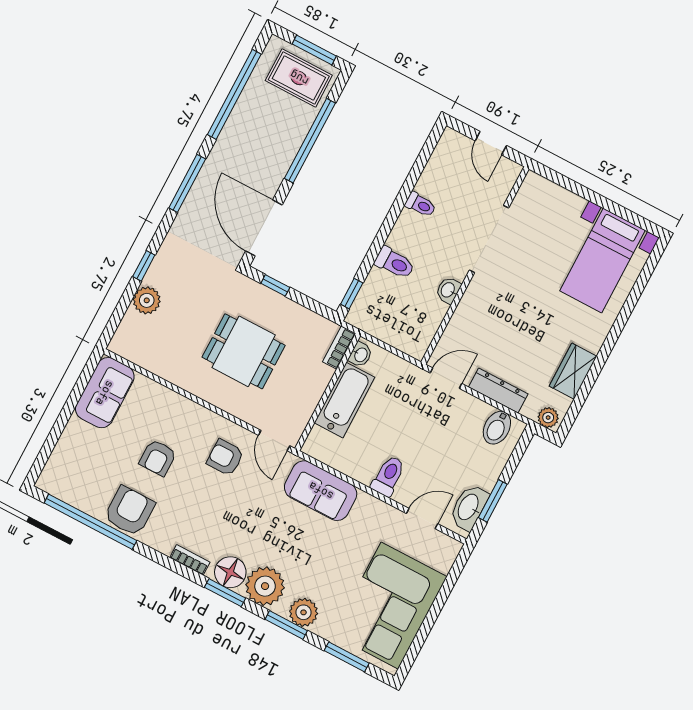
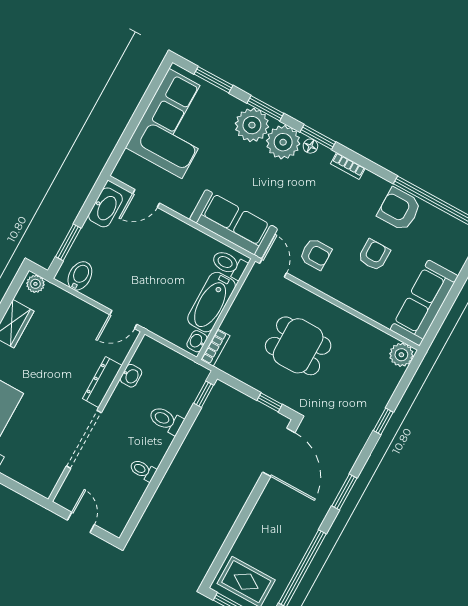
window: (310, 141) -> (238, 527), removed
window: (187, 183) -> (344, 492), width x0.69
washbasin: (448, 290) -> (131, 376), moved
plant: (147, 300) -> (401, 355), moved
dresser: (498, 391) -> (102, 382), moved, turned 90
sofa: (105, 393) -> (424, 303), width x1.36
toilet: (388, 476) -> (229, 264), moved, turned 90
sofa: (321, 491) -> (234, 224), width x1.36
window: (493, 501) -> (68, 242), moved
armchair: (129, 511) -> (399, 209), turned 90
floor lamp: (230, 572) -> (310, 146), width x0.53, depth x0.53
plant: (304, 612) -> (252, 125), width x1.36, depth x1.36

